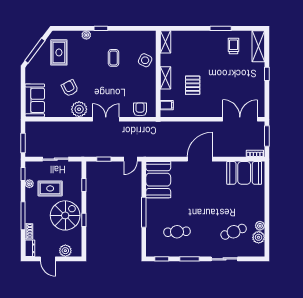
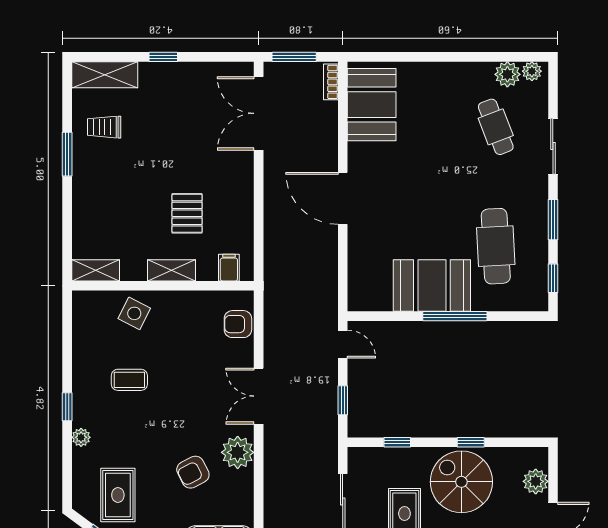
rug: (59, 52) -> (118, 495), turned 90
pallet: (193, 85) -> (187, 213), turned 90
booth: (158, 180) -> (432, 286), moved
plant: (260, 226) -> (532, 71), moved
cafe table: (177, 232) -> (496, 246), width x1.37, depth x1.35

